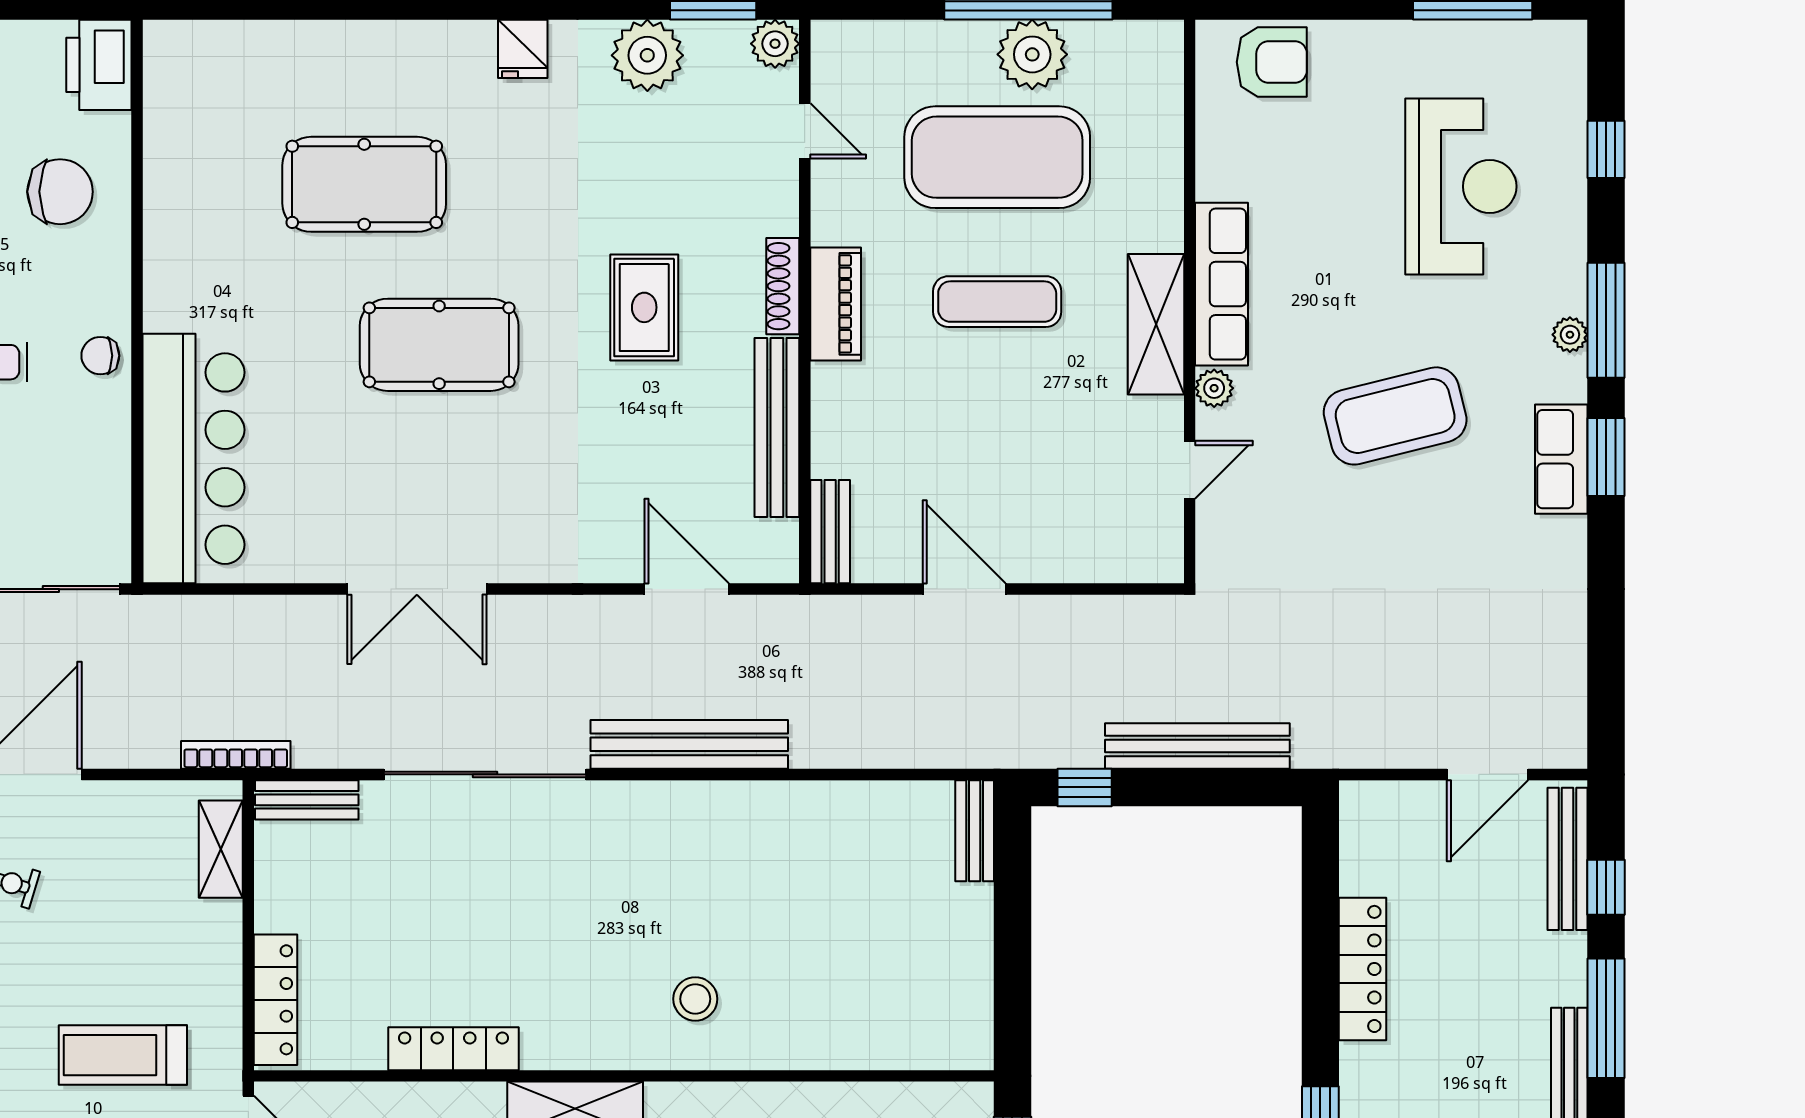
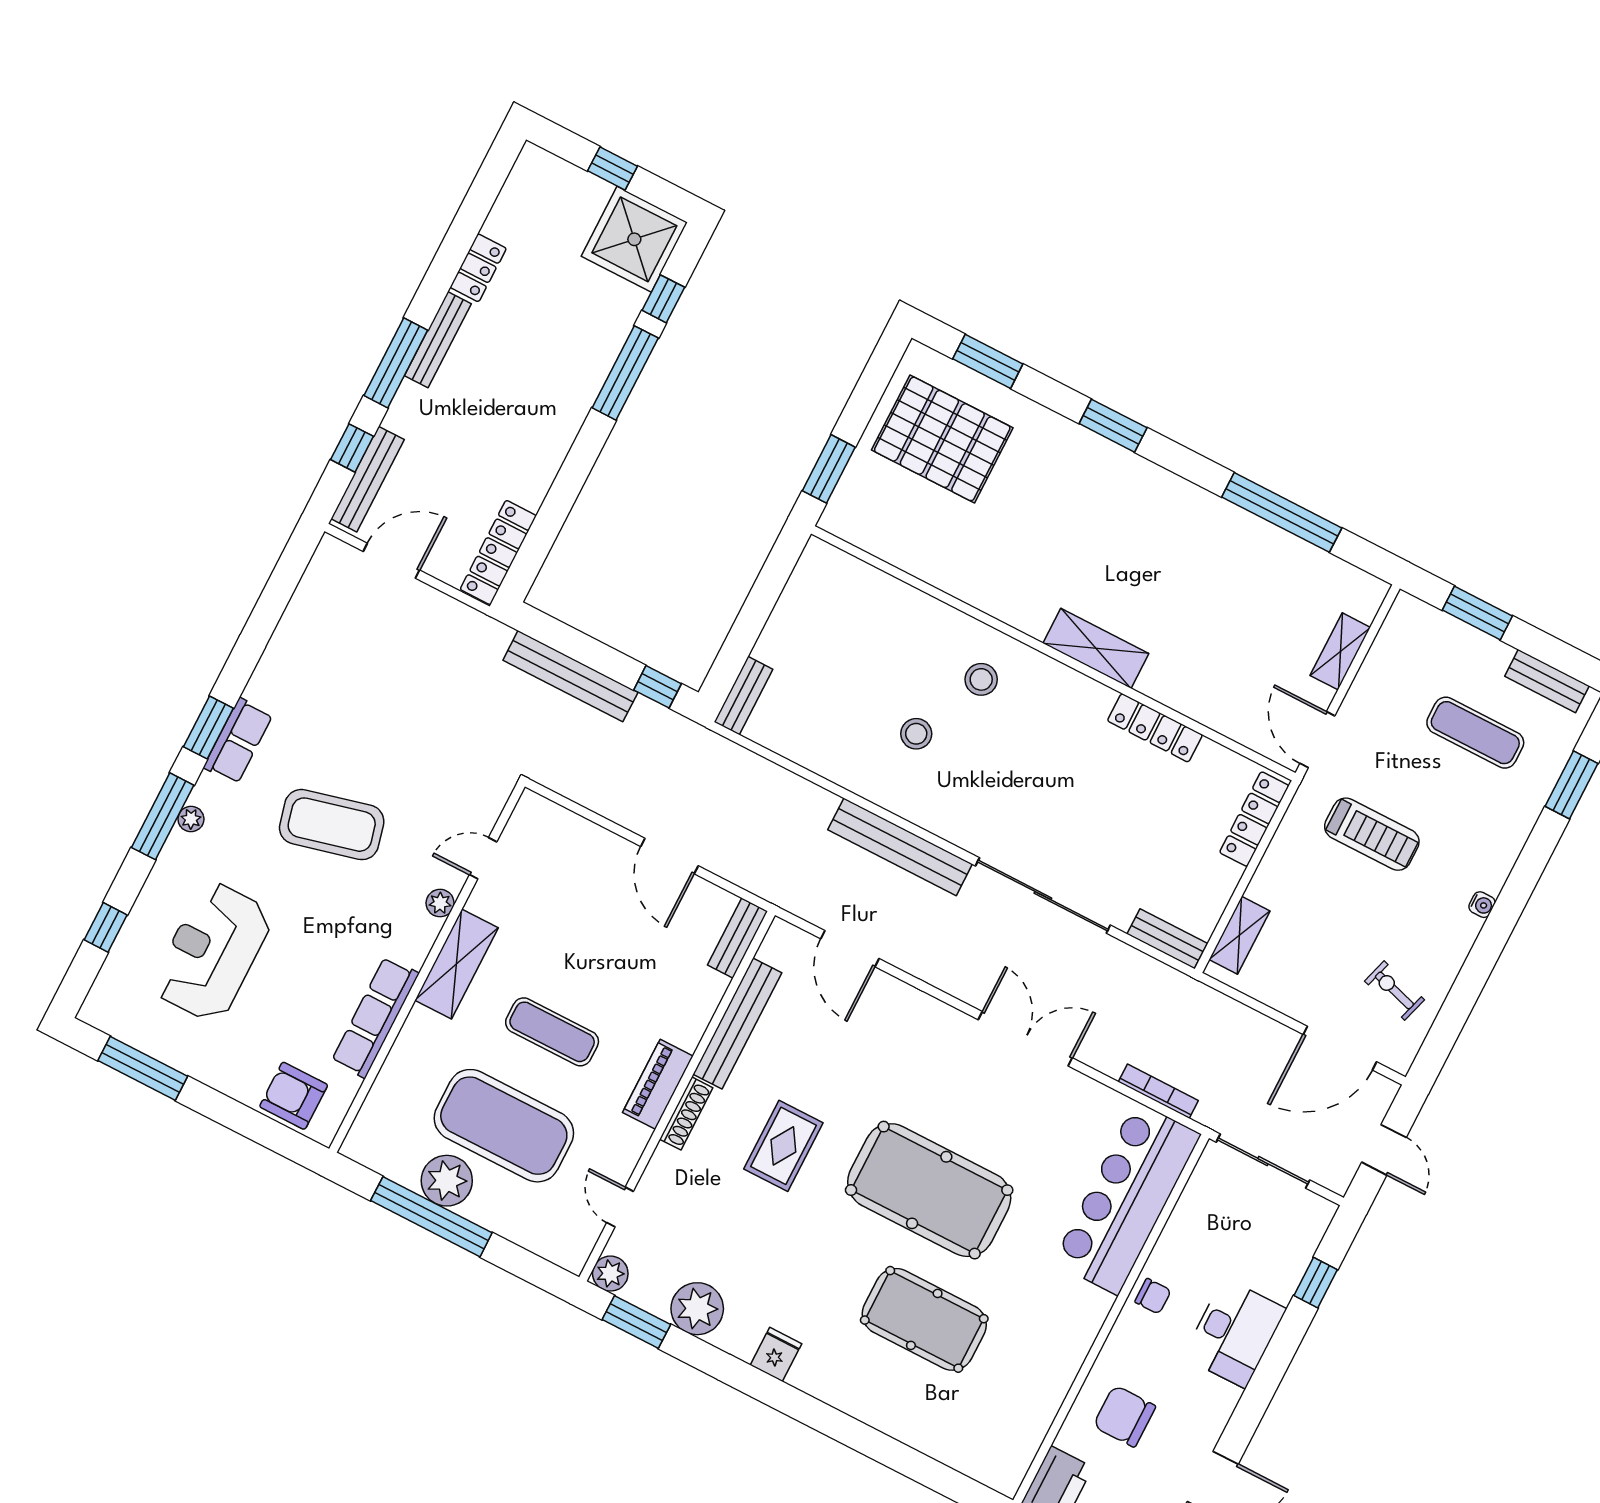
row of seats: (1222, 284) -> (375, 1017), moved
pool table: (439, 345) -> (929, 1190), width x1.36, depth x1.32
bookcase: (236, 755) -> (1158, 1091), moved, turned 180
stool: (740, 892) -> (916, 734), added
locker: (1363, 969) -> (498, 552), moved

